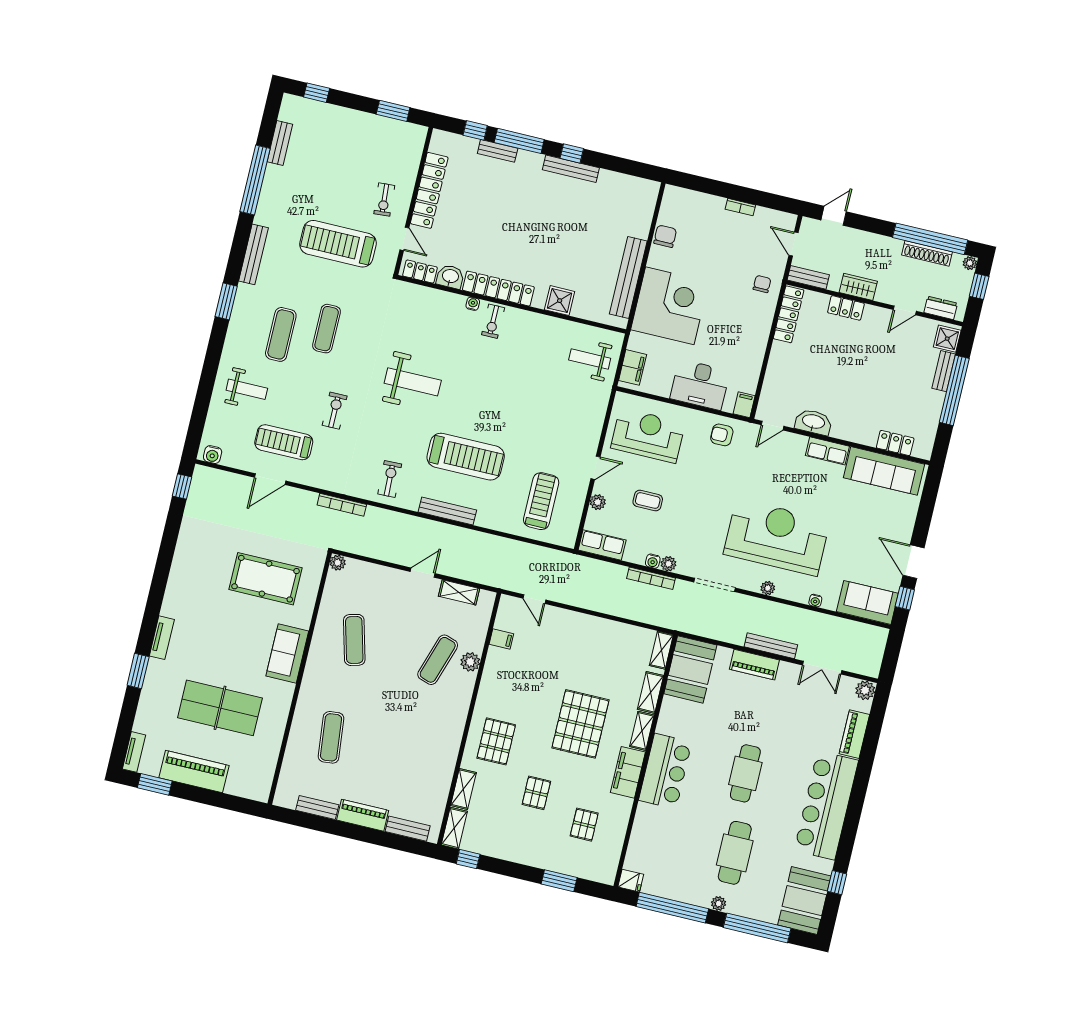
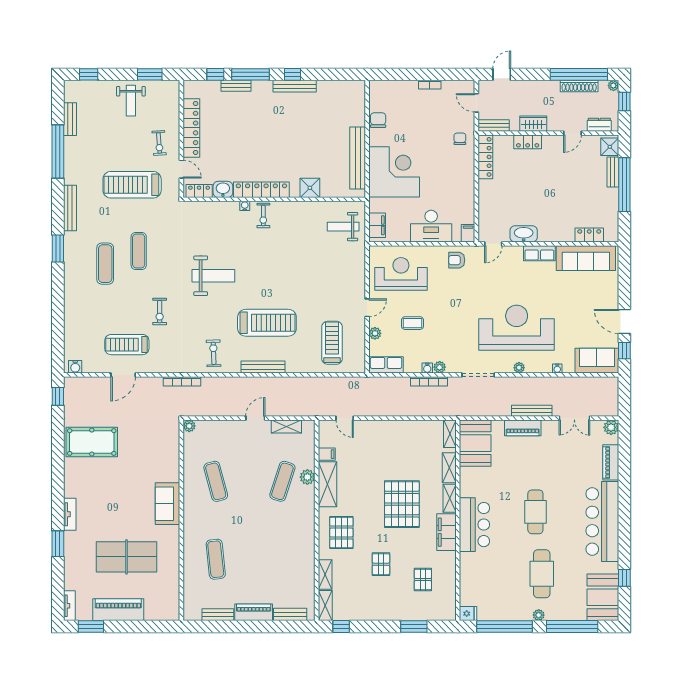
weight bench: (247, 389) -> (131, 101), moved, turned 90
exercise bike: (335, 411) -> (160, 312), turned 180
pool table: (266, 579) -> (92, 442), moved
shelving: (493, 677) -> (327, 484), added

